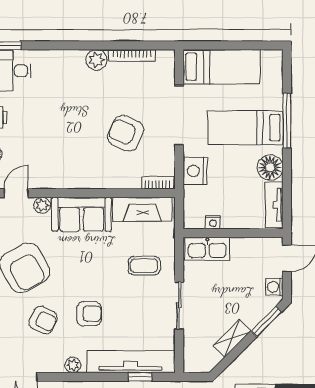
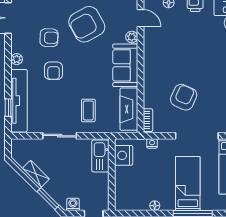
floor lamp: (270, 167) -> (155, 206), width x0.53, depth x0.53
nightstand: (195, 171) -> (152, 143), width x0.53, depth x0.56
tv unit: (274, 205) -> (132, 204), removed
nightstand: (213, 222) -> (124, 155), width x1.89, depth x1.79
armchair: (43, 320) -> (49, 38), turned -113

